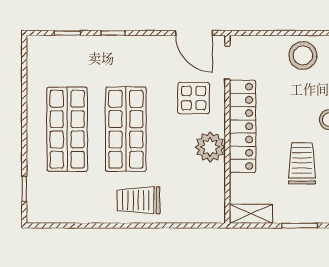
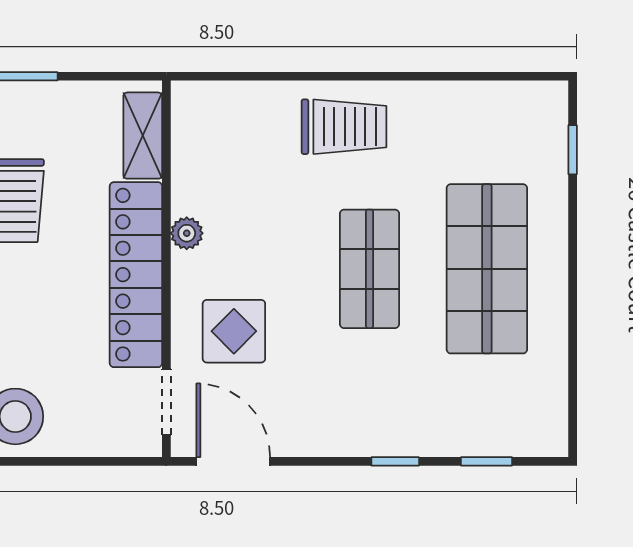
shop shelf: (126, 129) -> (369, 269), width x0.70, depth x0.74
plant: (210, 147) -> (187, 233), width x0.53, depth x0.53
shelving: (251, 214) -> (143, 136), moved, turned 90

